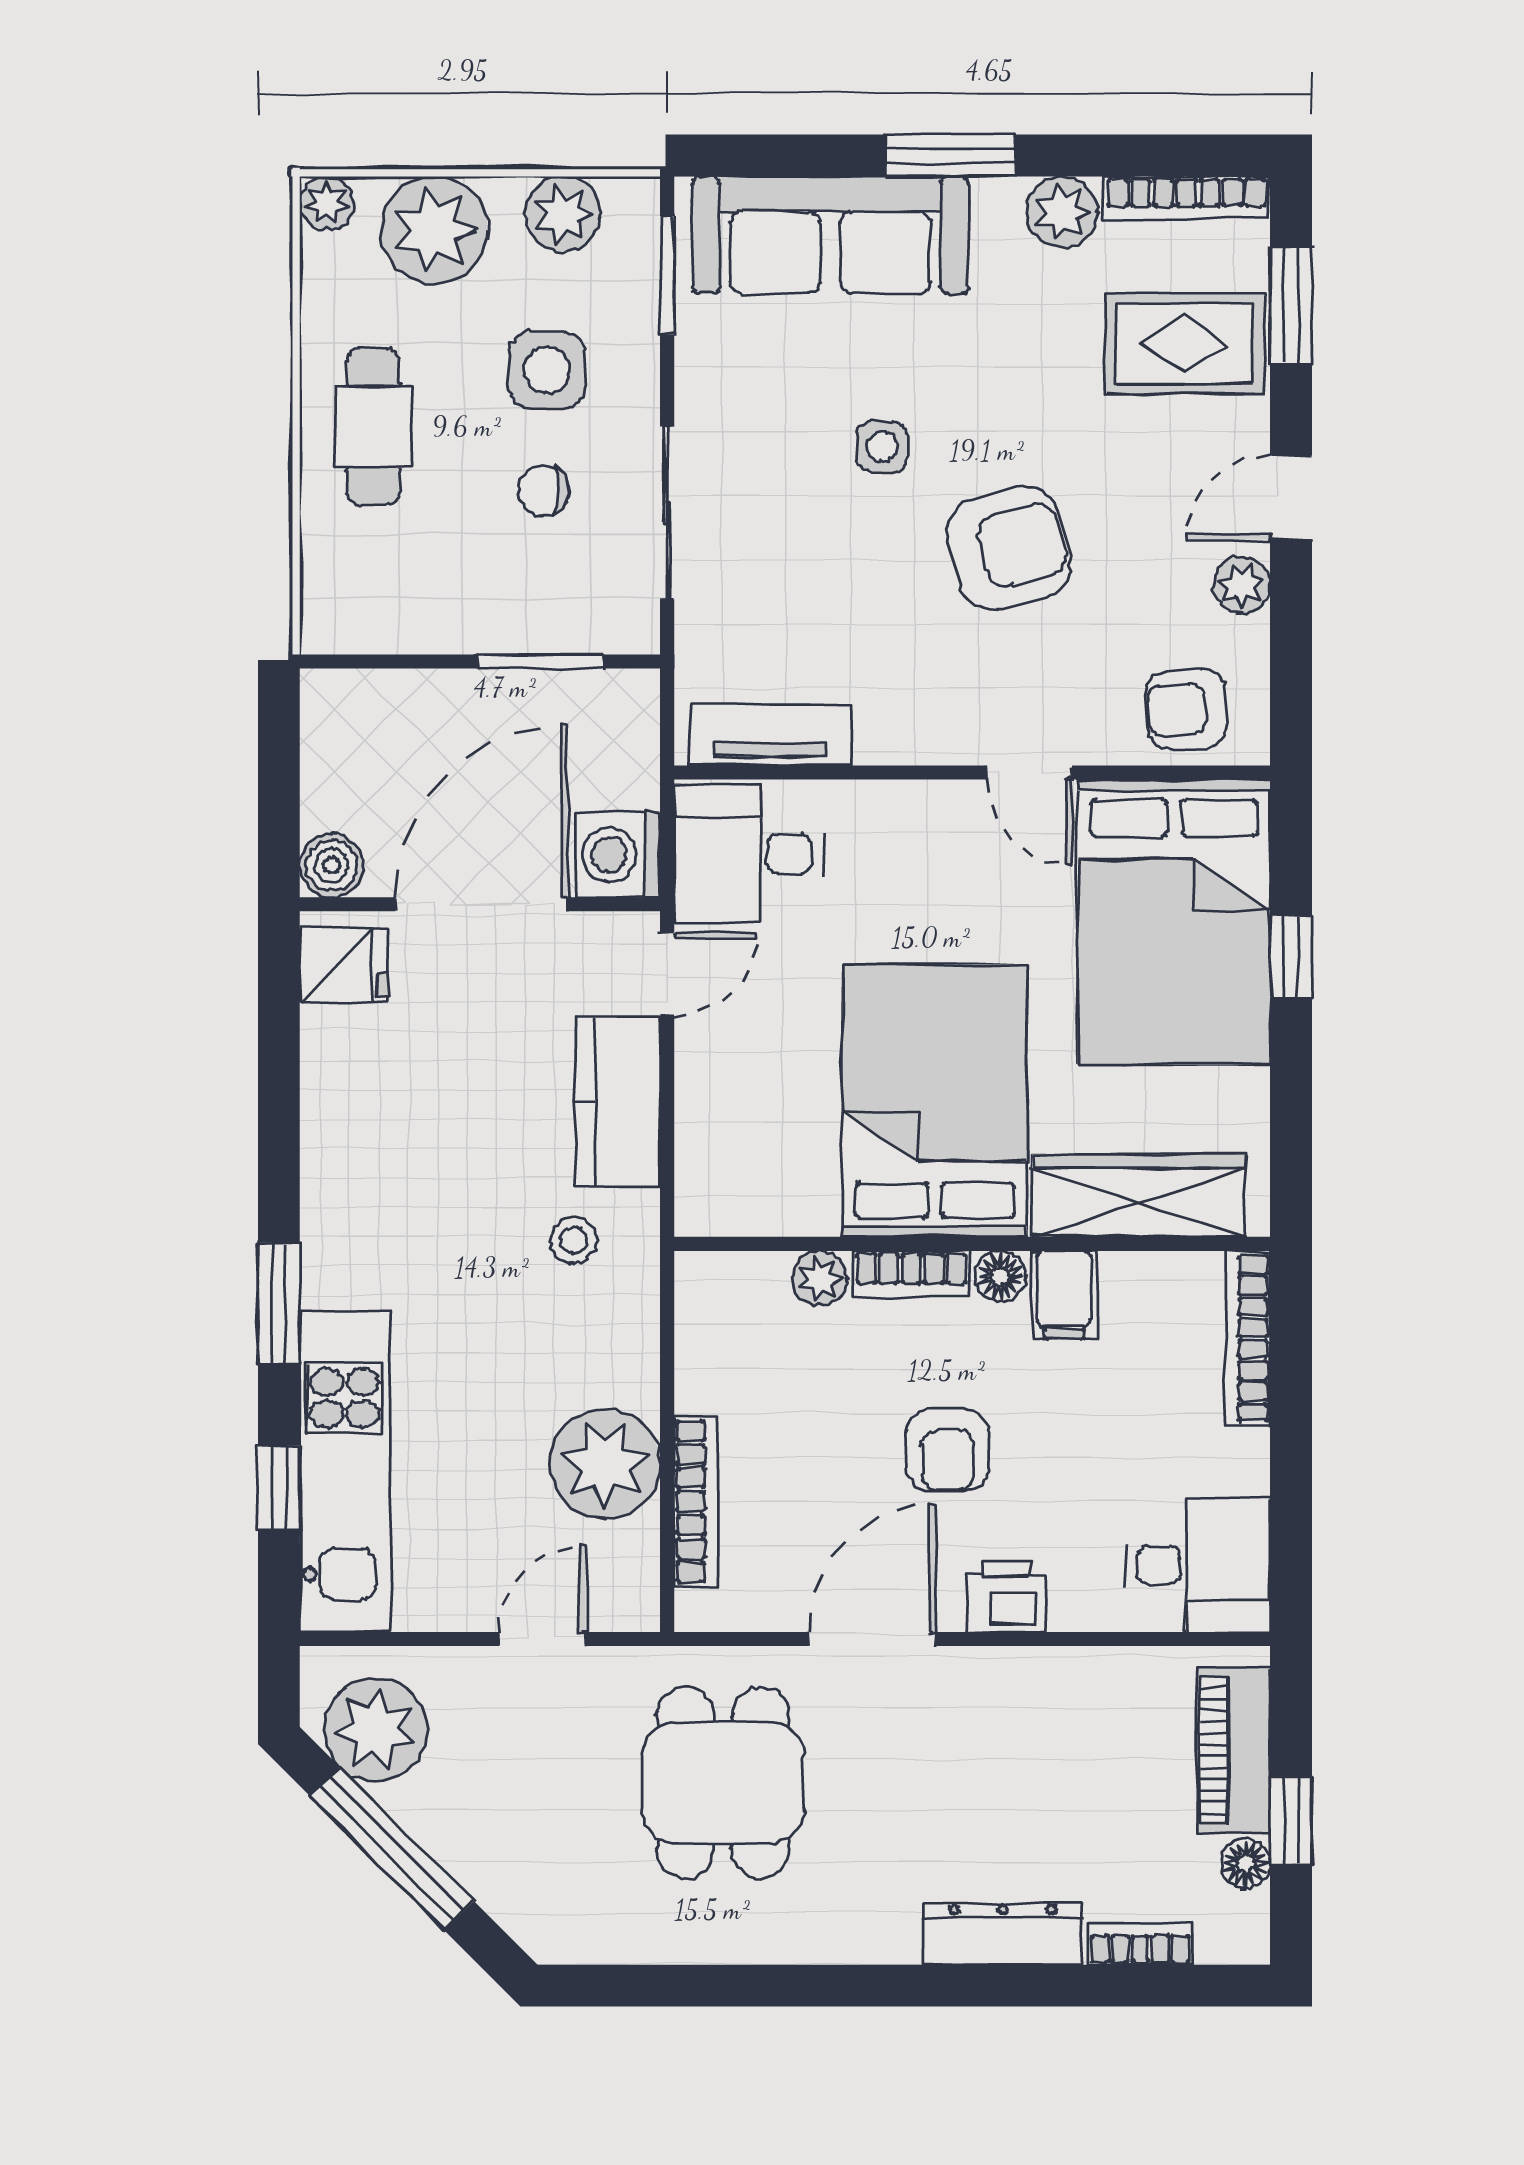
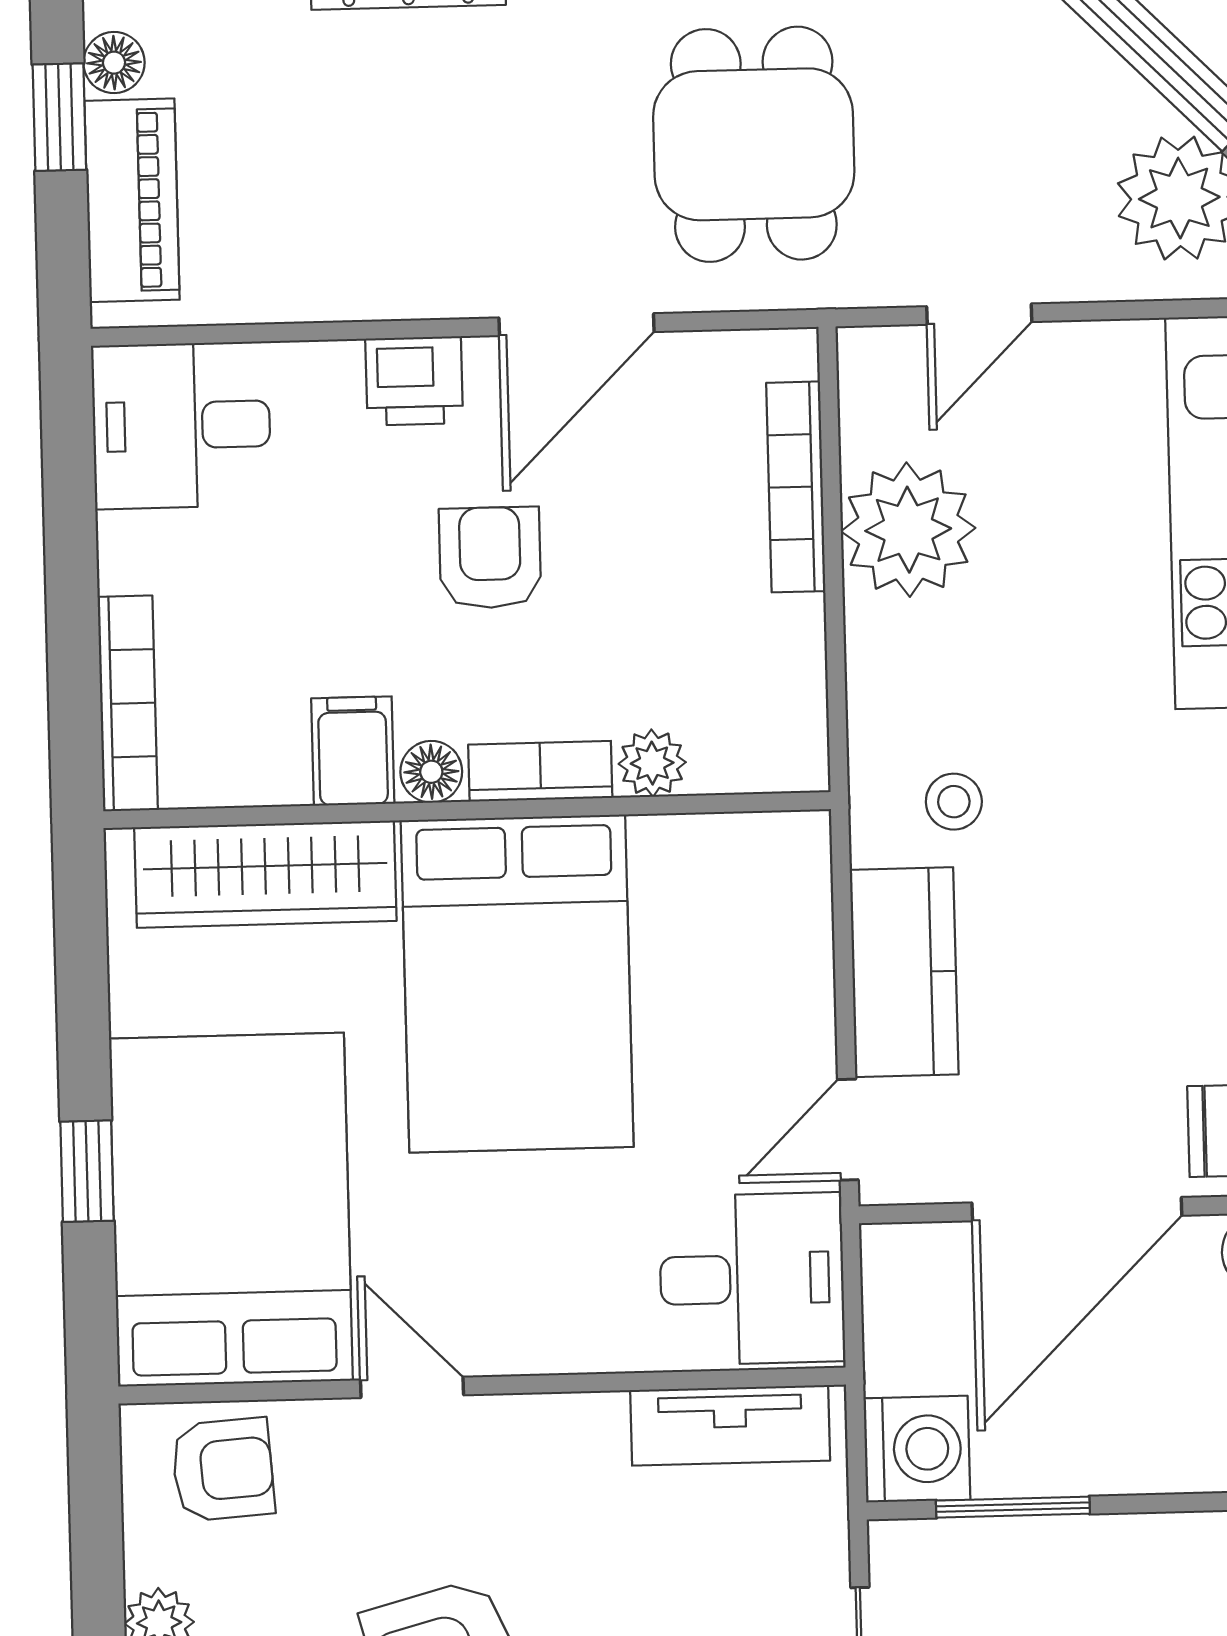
washing machine: (617, 855) -> (917, 1449), moved

